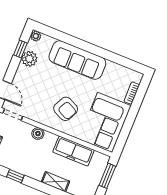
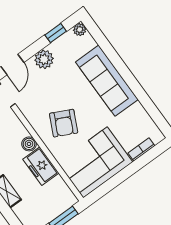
plant: (29, 59) -> (44, 59), moved
boiler: (38, 134) -> (29, 144), moved
freezer: (73, 151) -> (41, 166), width x0.71

